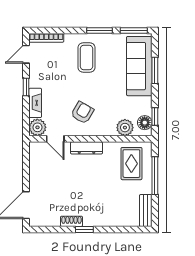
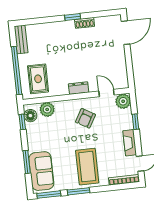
coffee table: (86, 58) -> (87, 167), width x1.36, depth x1.32
sofa: (139, 66) -> (41, 171), width x0.73
window: (26, 87) -> (135, 122), moved
fireplace: (35, 103) -> (130, 143), moved
dresser: (87, 148) -> (79, 88), width x0.70
window: (155, 176) -> (17, 71), width x1.46

